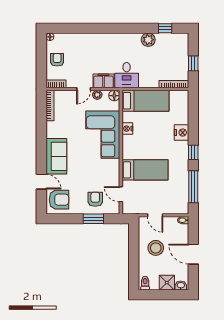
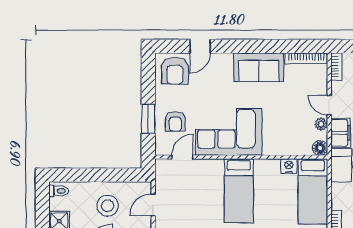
nightstand: (127, 129) -> (289, 166), moved
corner sofa: (103, 135) -> (229, 132), moved
sofa: (56, 156) -> (259, 67), moved
bed: (145, 170) -> (239, 191), moved
armchair: (95, 199) -> (175, 121), turned 90

